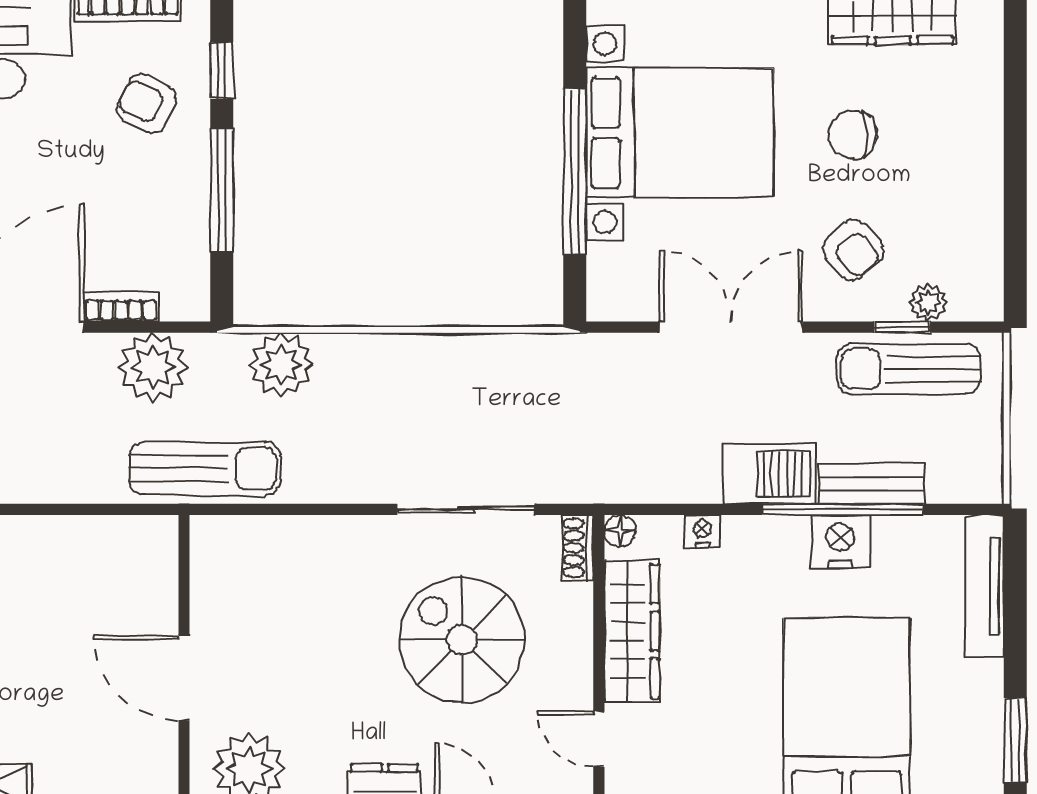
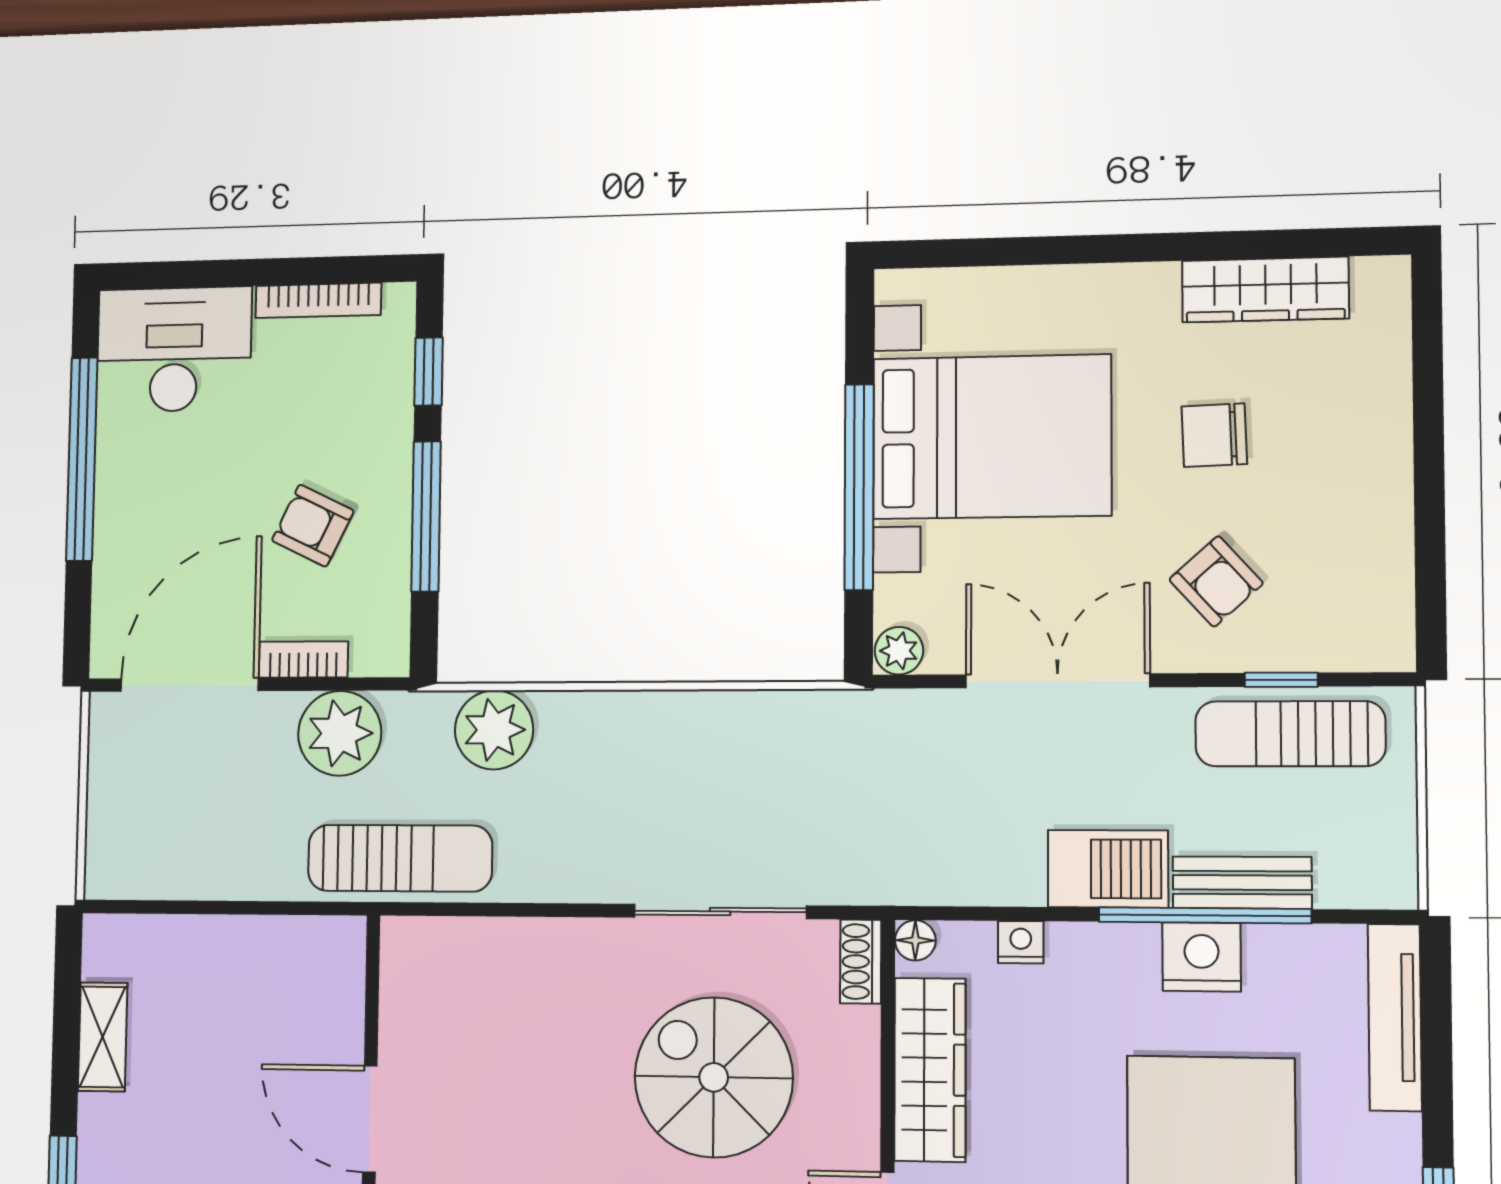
armchair: (147, 104) -> (313, 526), moved
plant: (928, 303) -> (899, 651), moved

